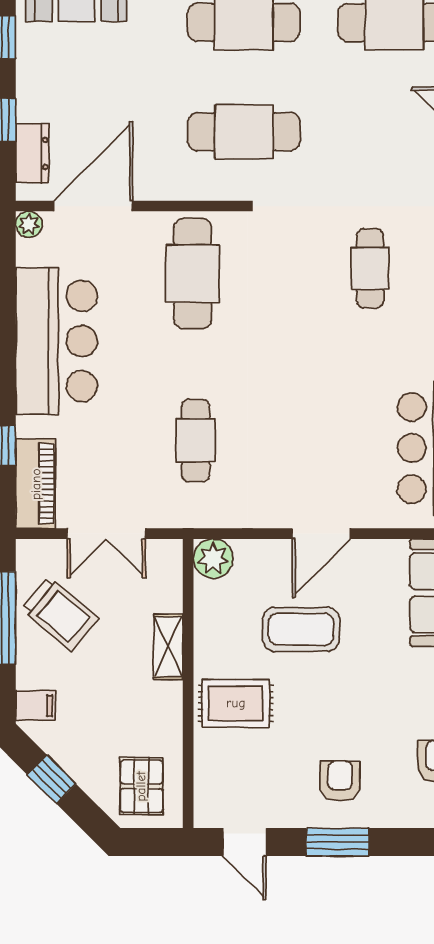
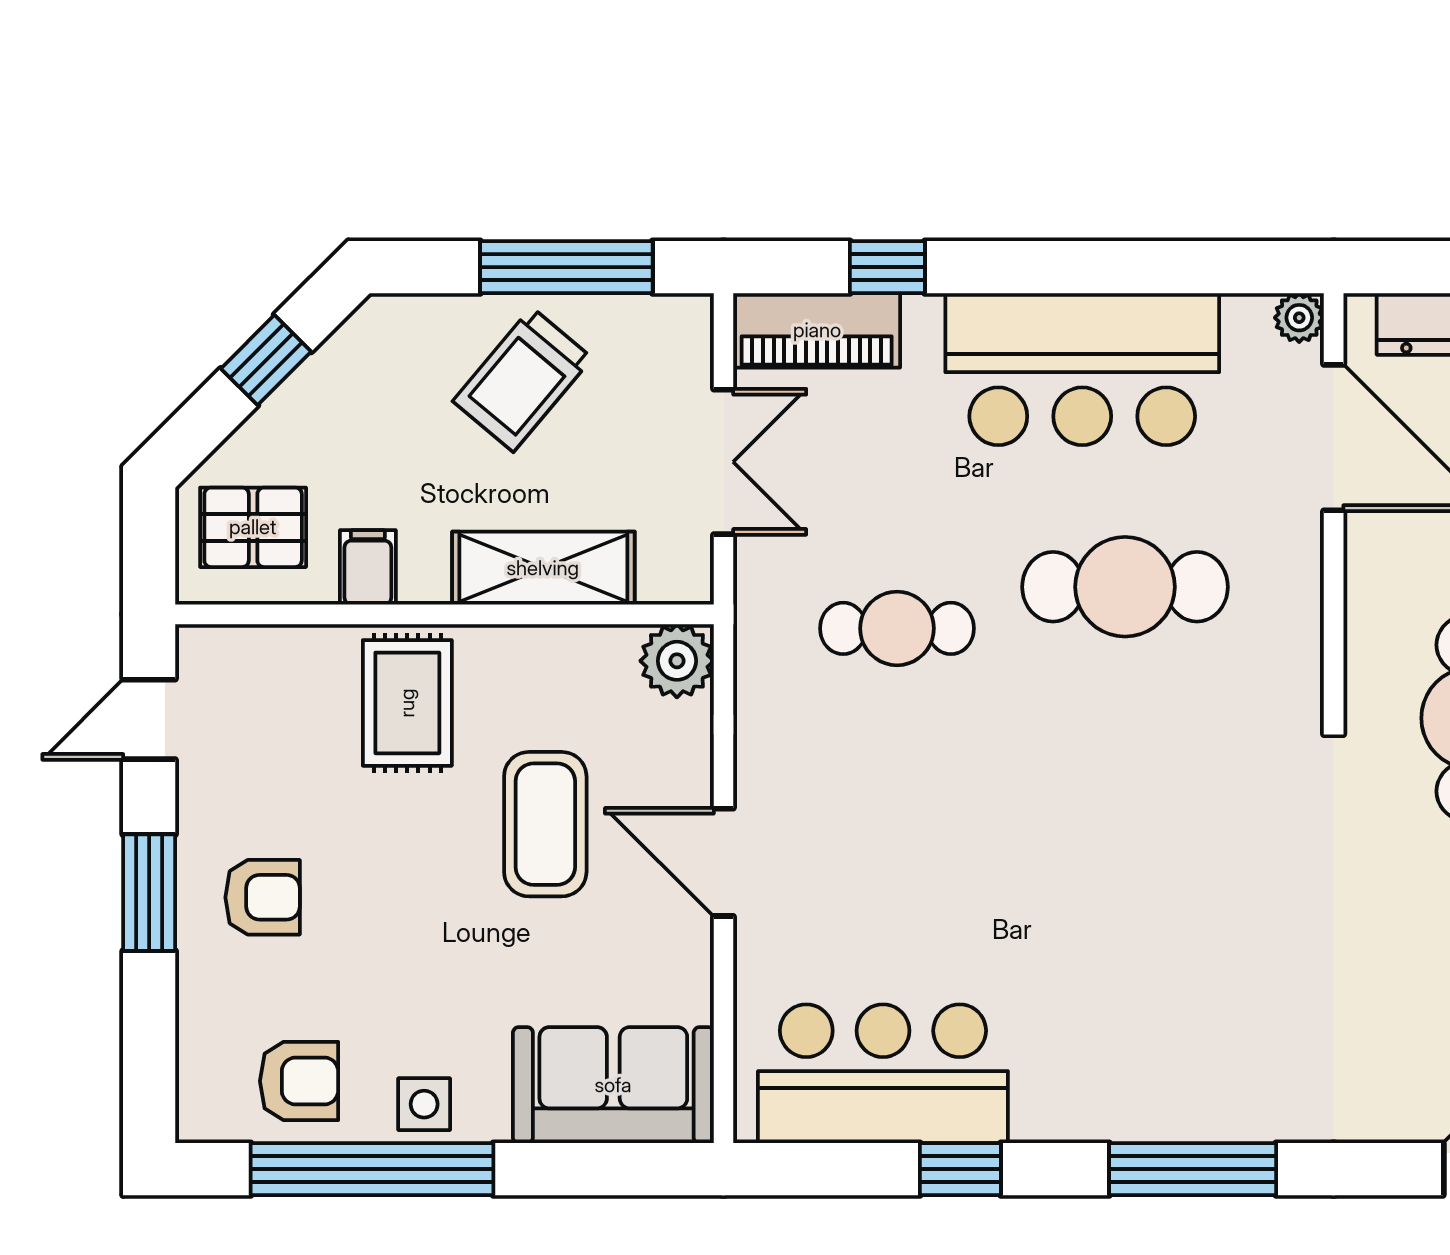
cafe table: (370, 268) -> (1218, 953), removed
cafe table: (193, 274) -> (1125, 587), moved
double door: (106, 534) -> (724, 462), swing flipped
trolley: (60, 614) -> (522, 380), moved
shelving: (168, 647) -> (543, 568), width x1.50, depth x1.33
filing cabinet: (36, 705) -> (368, 567), moved, turned 180

